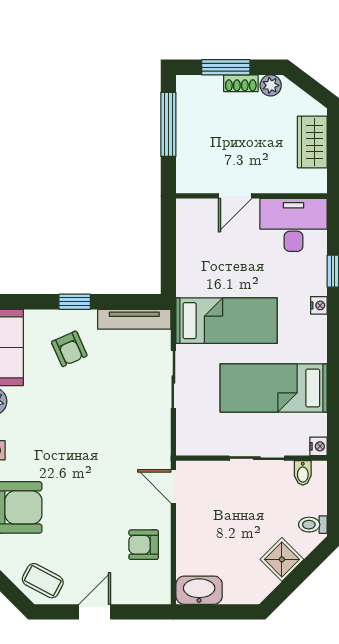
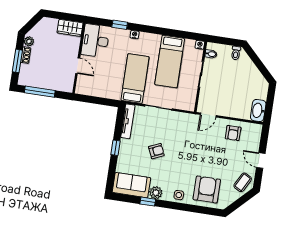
wardrobe: (312, 142) -> (70, 28), moved
armchair: (69, 349) -> (156, 151), moved
shower: (282, 559) -> (250, 70), removed

